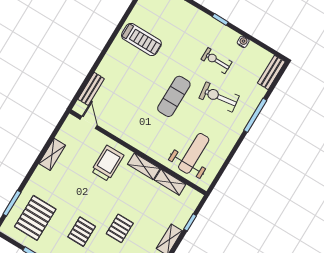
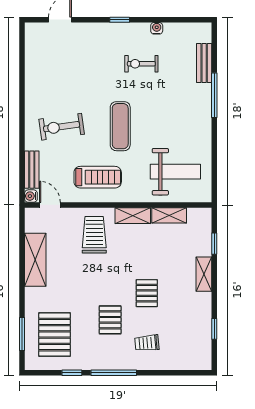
treadmill: (141, 39) -> (98, 177), moved
bench: (271, 72) -> (204, 63), moved
exercise bike: (219, 97) -> (62, 127), moved
water cooler: (79, 108) -> (31, 196), added
weight bench: (194, 153) -> (175, 172), turned 90
shelving: (52, 154) -> (35, 260), width x1.50, depth x1.33

